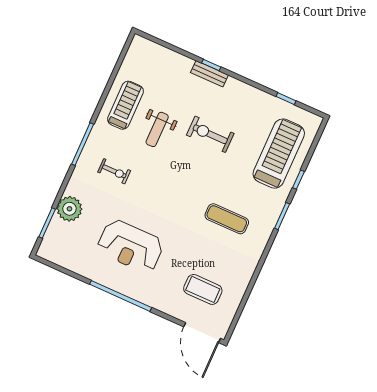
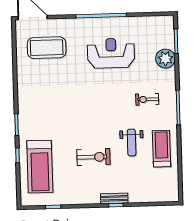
treadmill: (126, 105) -> (162, 149), turned 180
weight bench: (157, 129) -> (132, 143), turned 180
exercise mat: (227, 219) -> (54, 104), removed
coffee table: (203, 289) -> (47, 48), width x1.36, depth x1.32

